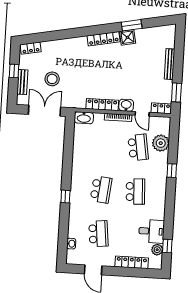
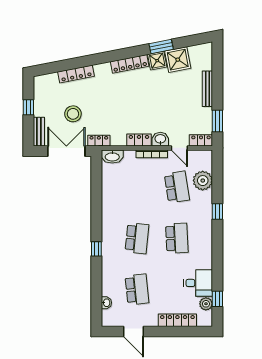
shower: (145, 37) -> (178, 60), added
locker: (31, 48) -> (76, 74), moved, width x1.53
bench: (22, 82) -> (39, 132), moved
locker: (73, 103) -> (99, 141), added
locker: (102, 105) -> (139, 140), width x0.66

